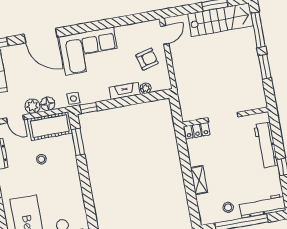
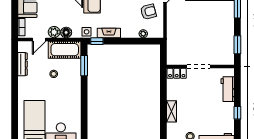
window: (265, 67) -> (237, 45), moved
fireplace: (125, 91) -> (109, 33), moved
door: (15, 119) -> (39, 39), hinge flipped
workbench: (266, 145) -> (228, 89), width x0.73

